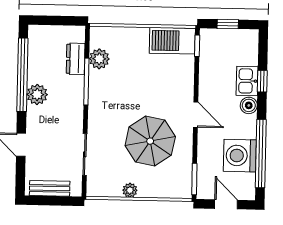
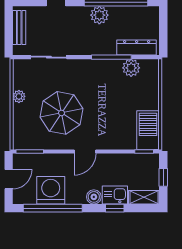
shelving: (250, 47) -> (144, 197), added
dresser: (76, 59) -> (137, 48), width x1.44

